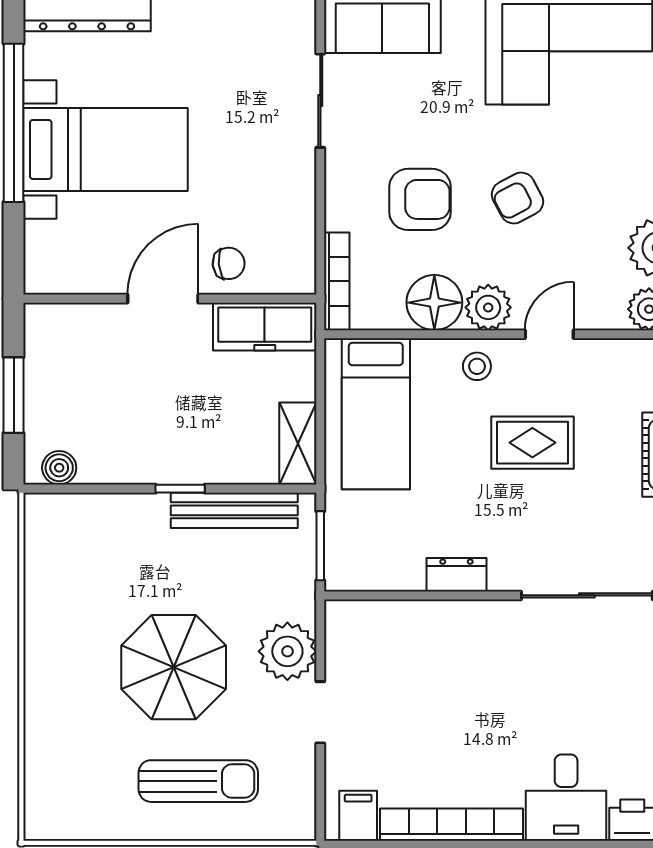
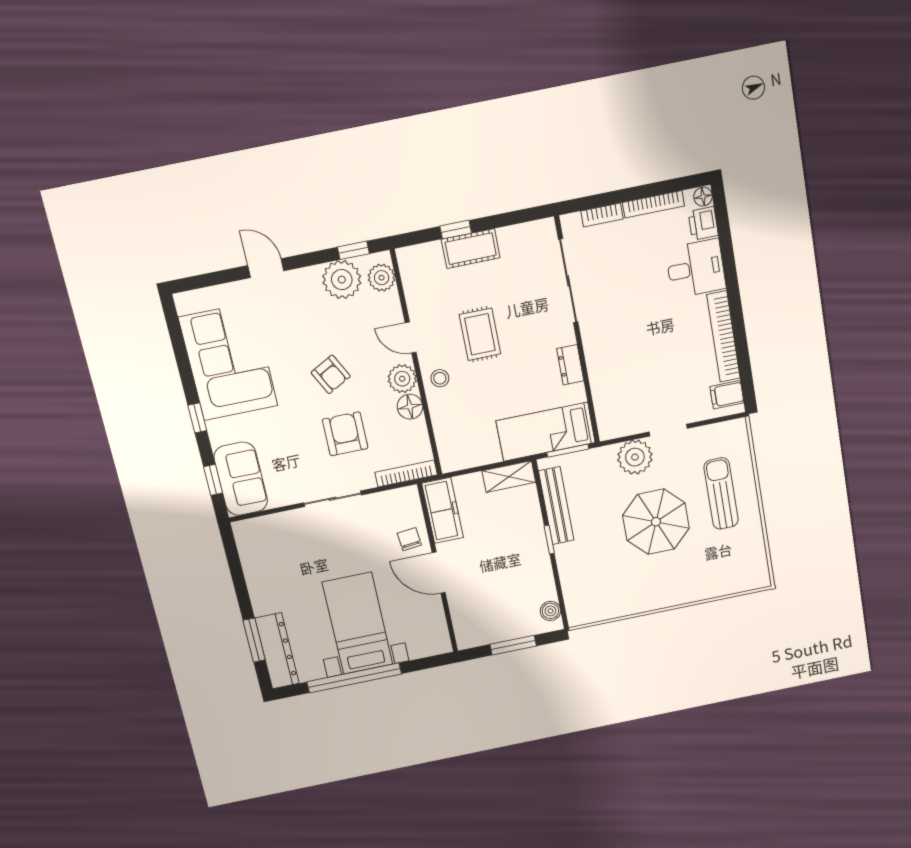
sliding door: (320, 101) -> (333, 499), moved
floor lamp: (434, 303) -> (410, 407), width x0.73, depth x0.73
bed: (376, 414) -> (546, 432), moved, turned 180

